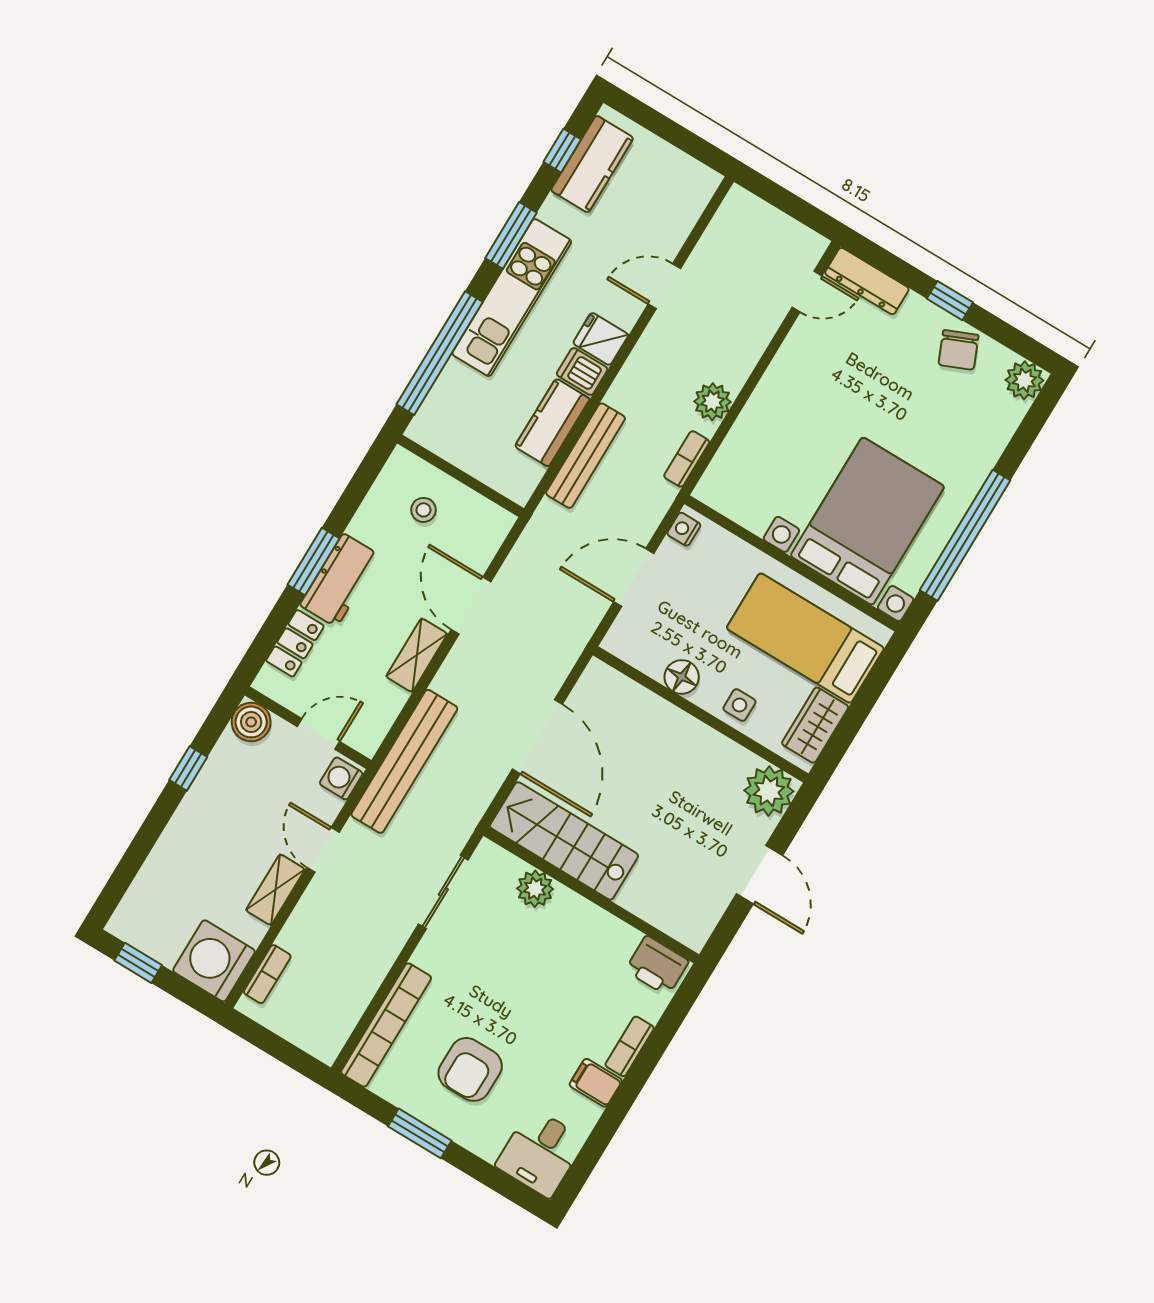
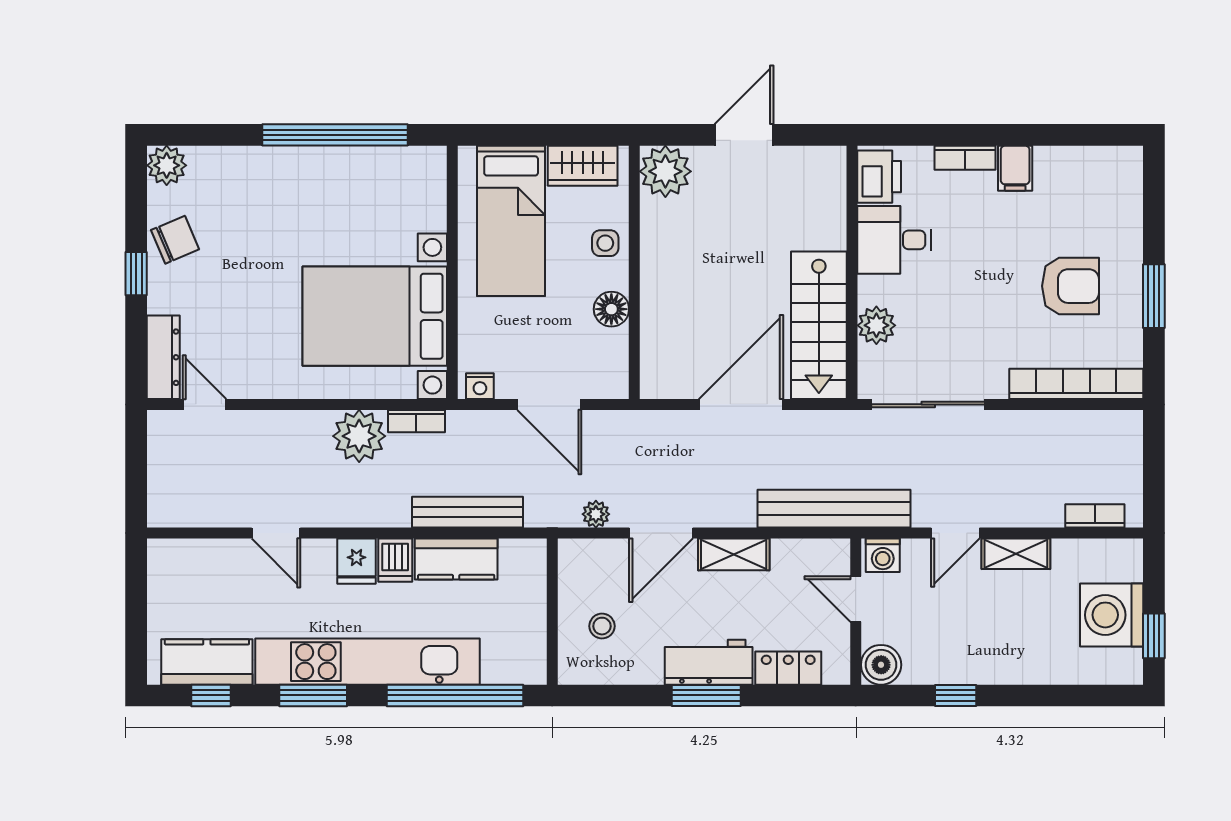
kitchen unit: (512, 298) -> (368, 662), width x1.36
plant: (712, 402) -> (359, 436), width x1.36, depth x1.36
bed with nightstands: (867, 521) -> (375, 316), moved
plant: (519, 561) -> (596, 514), added
sliding door: (443, 892) -> (928, 404), width x1.37
washing machine: (214, 961) -> (1112, 615), moved, turned 90
desk: (540, 1153) -> (894, 240), moved, turned 180

